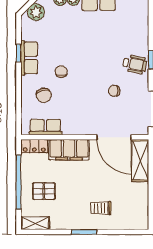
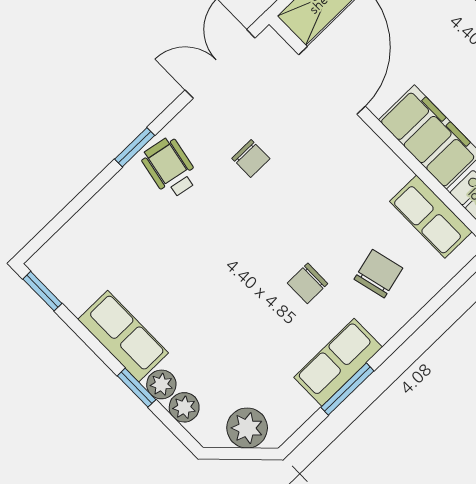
window: (19, 53) -> (347, 389), width x1.50

